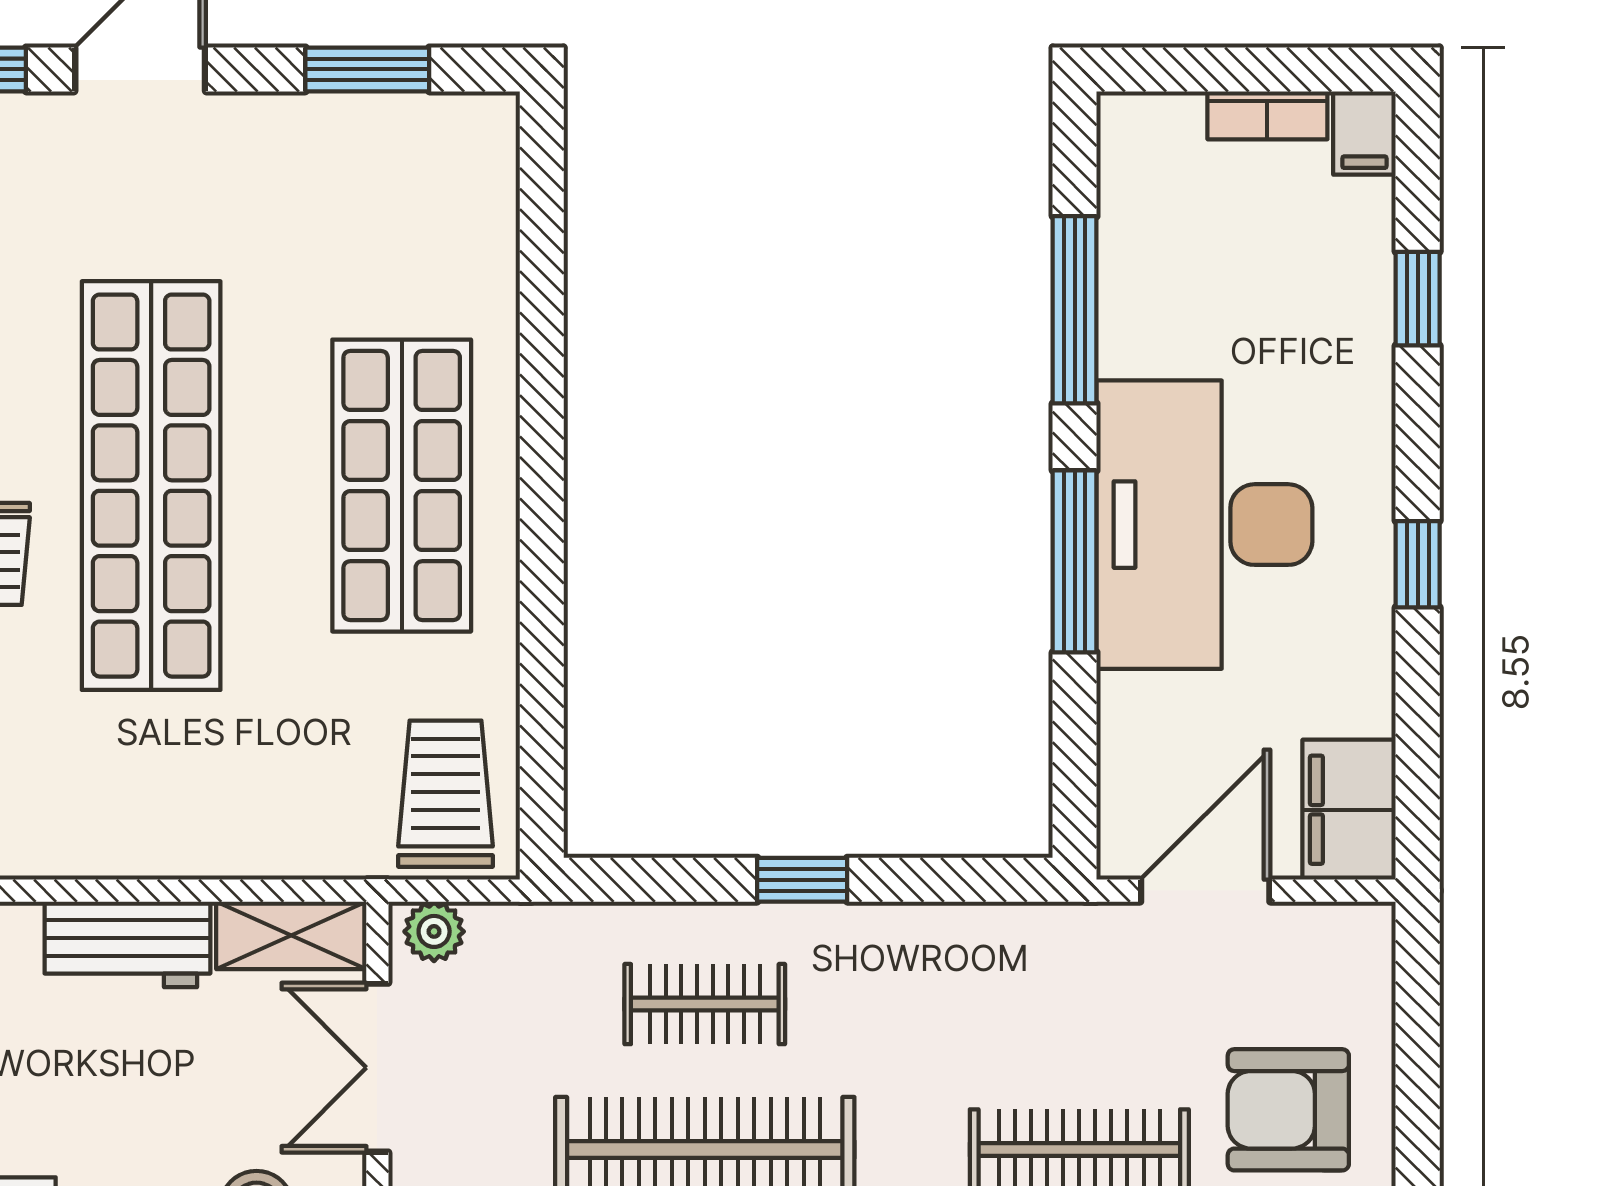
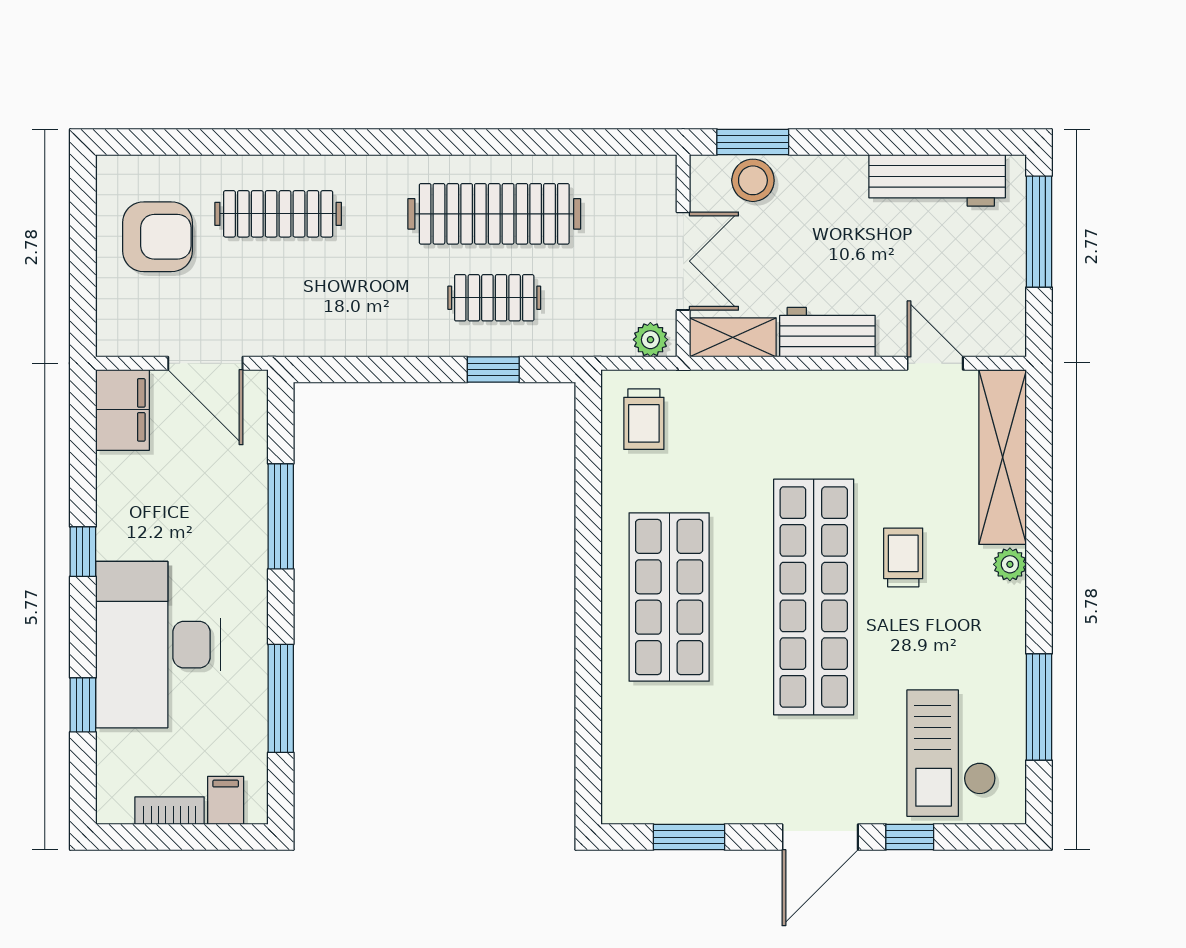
filing cabinet: (1364, 133) -> (226, 800), moved
desk: (1204, 525) -> (158, 645), moved, turned 180
window: (1075, 561) -> (281, 516), moved
trolley: (445, 794) -> (644, 419), width x0.73, depth x0.72
window: (802, 880) -> (493, 370), moved
door: (1205, 891) -> (205, 363), hinge flipped

